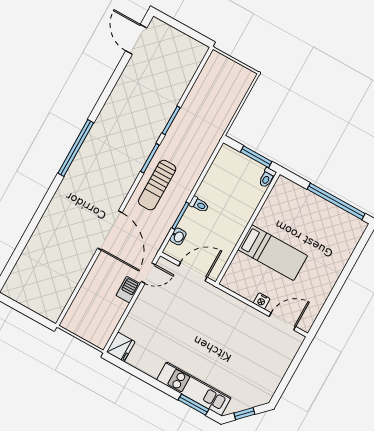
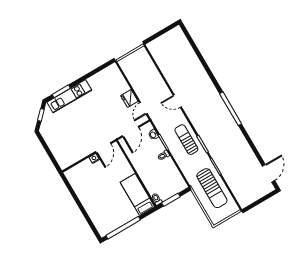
door: (136, 39) -> (269, 173), hinge flipped
sun lounger: (205, 108) -> (212, 188), added
door: (110, 230) -> (177, 101), width x0.53
bed: (273, 253) -> (137, 194), moved, turned 90
barbecue: (128, 290) -> (141, 93), removed
door: (282, 322) -> (103, 148), moved
fridge: (121, 347) -> (129, 98), moved

